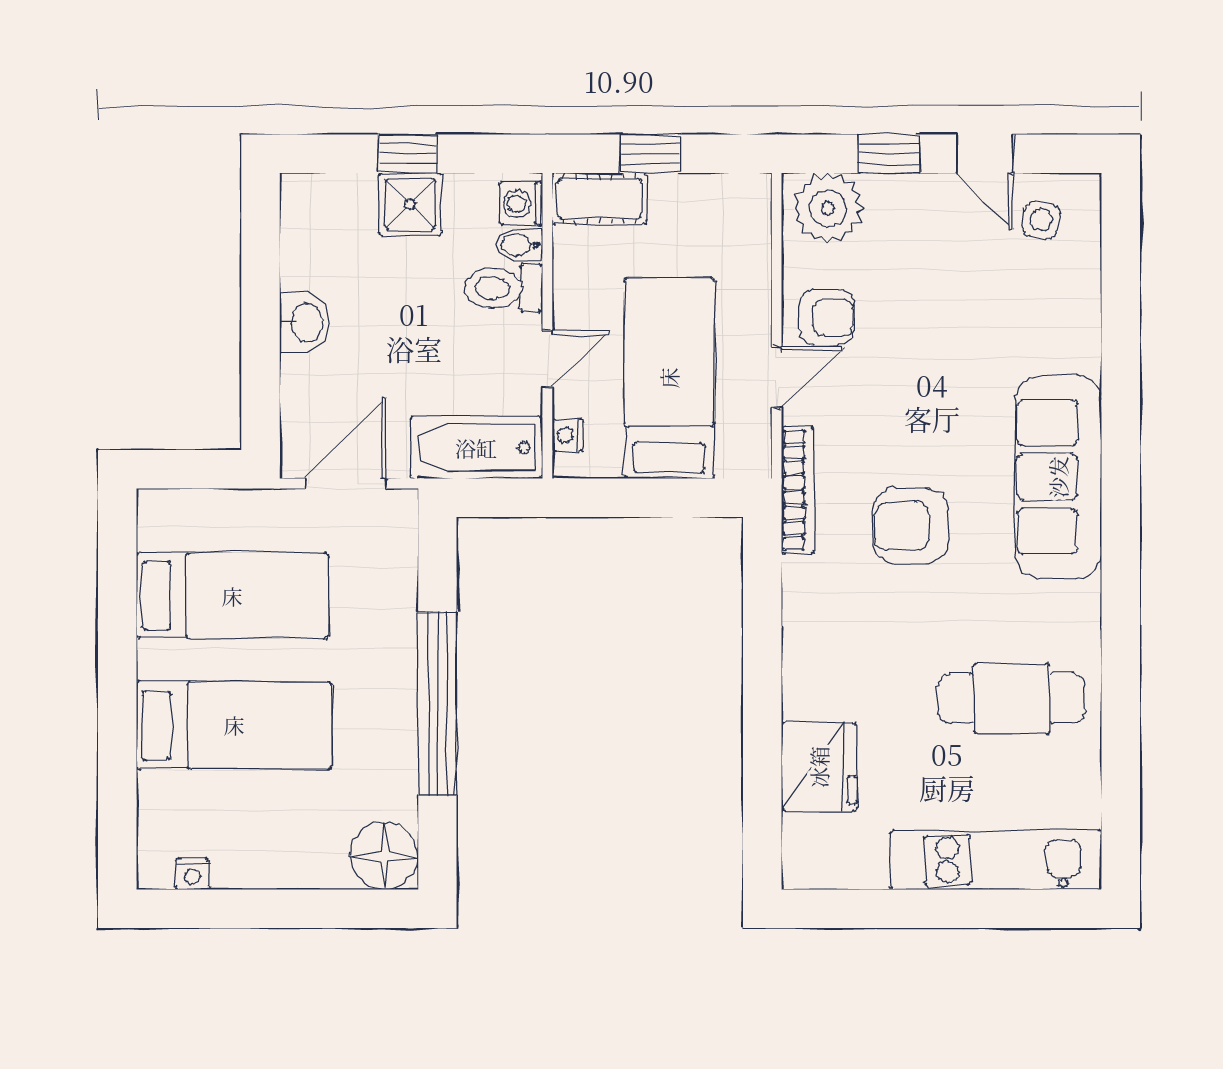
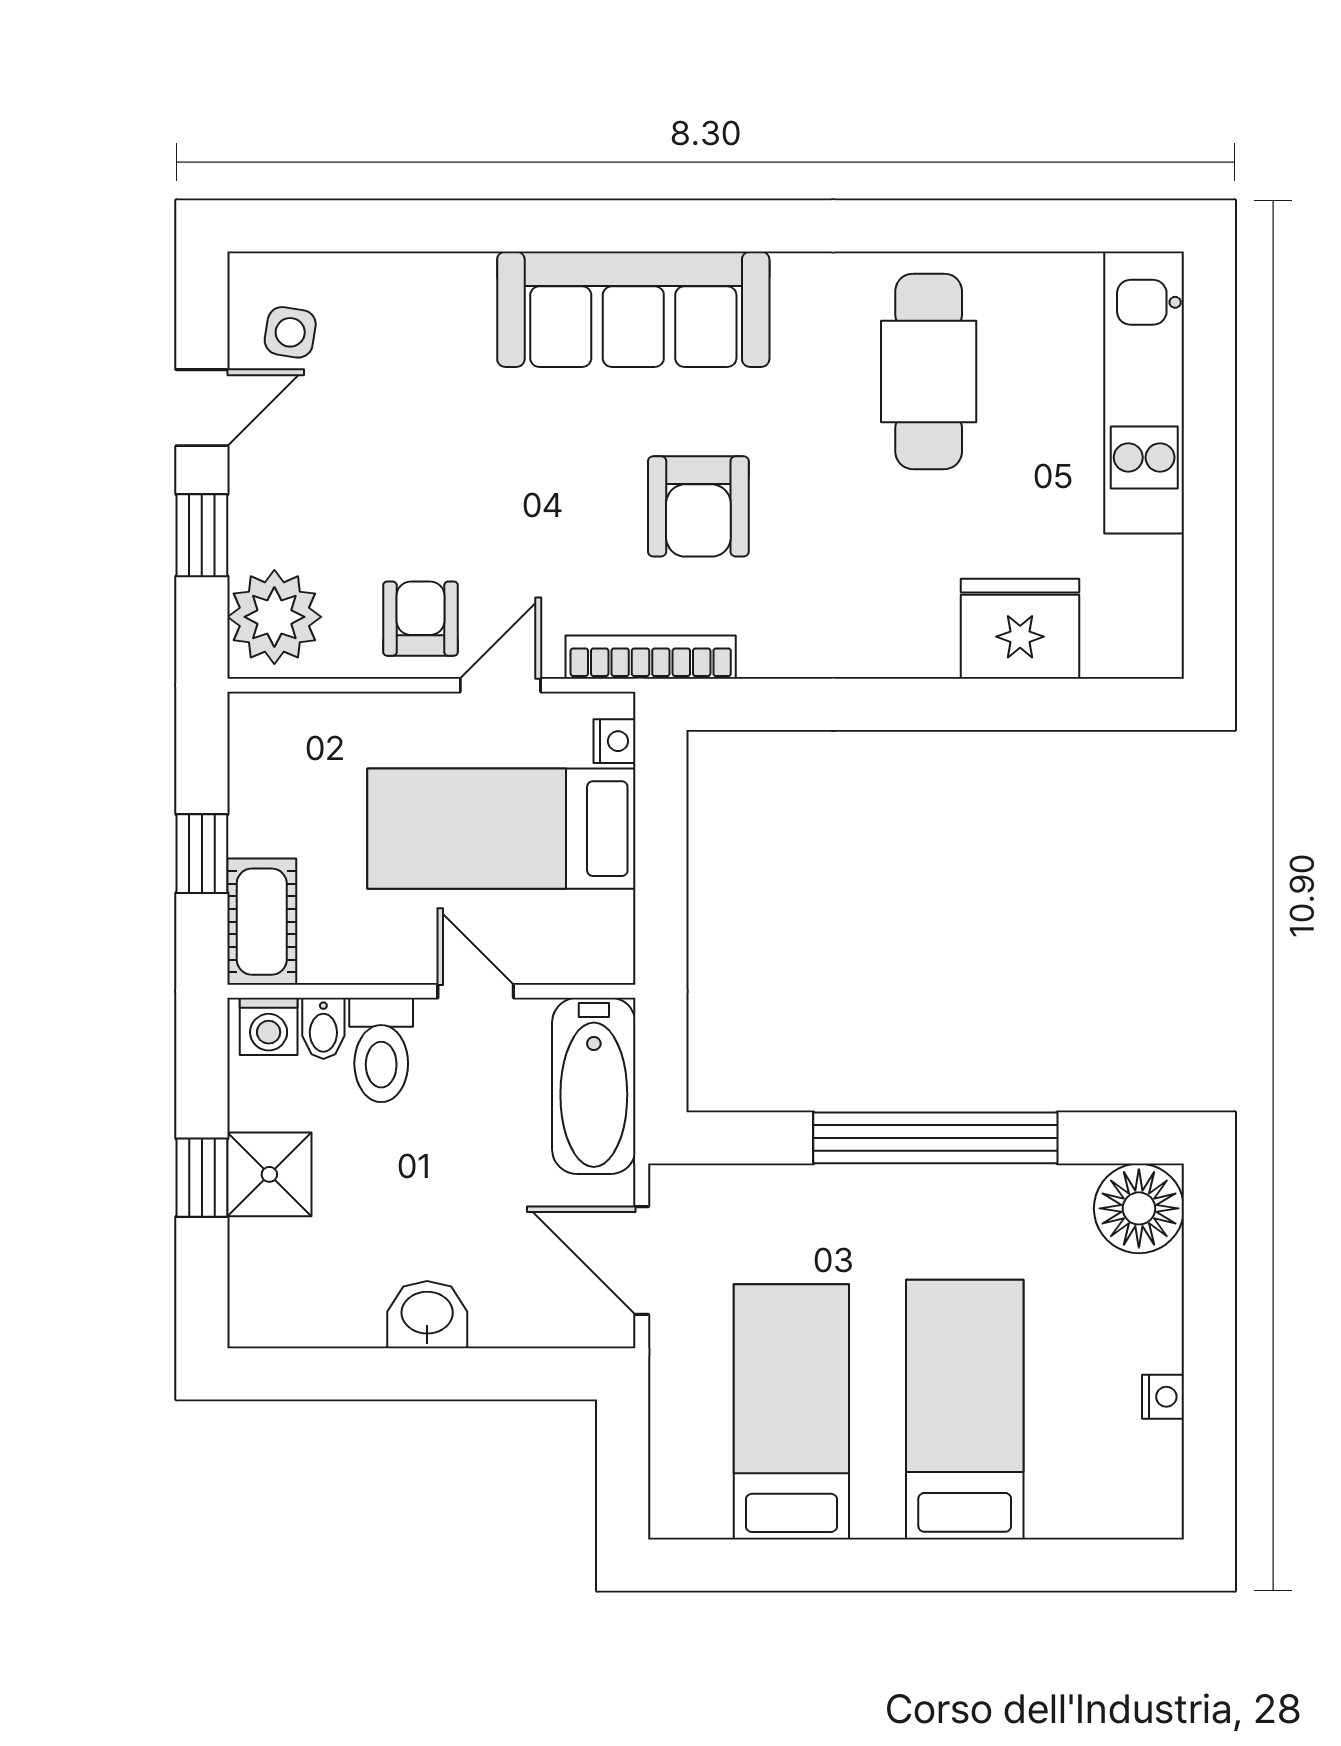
door: (777, 377) -> (500, 685), hinge flipped
nightstand: (568, 435) -> (615, 741), moved, turned -90
nightstand: (192, 874) -> (1163, 1397), moved

